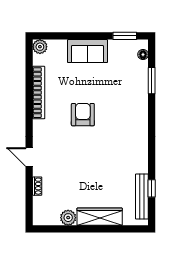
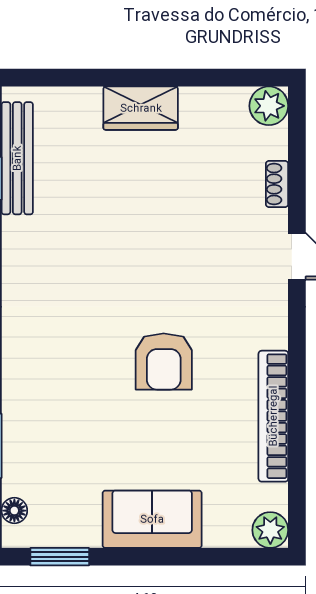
wardrobe: (100, 217) -> (141, 108), width x0.67
plant: (68, 218) -> (269, 106), moved

